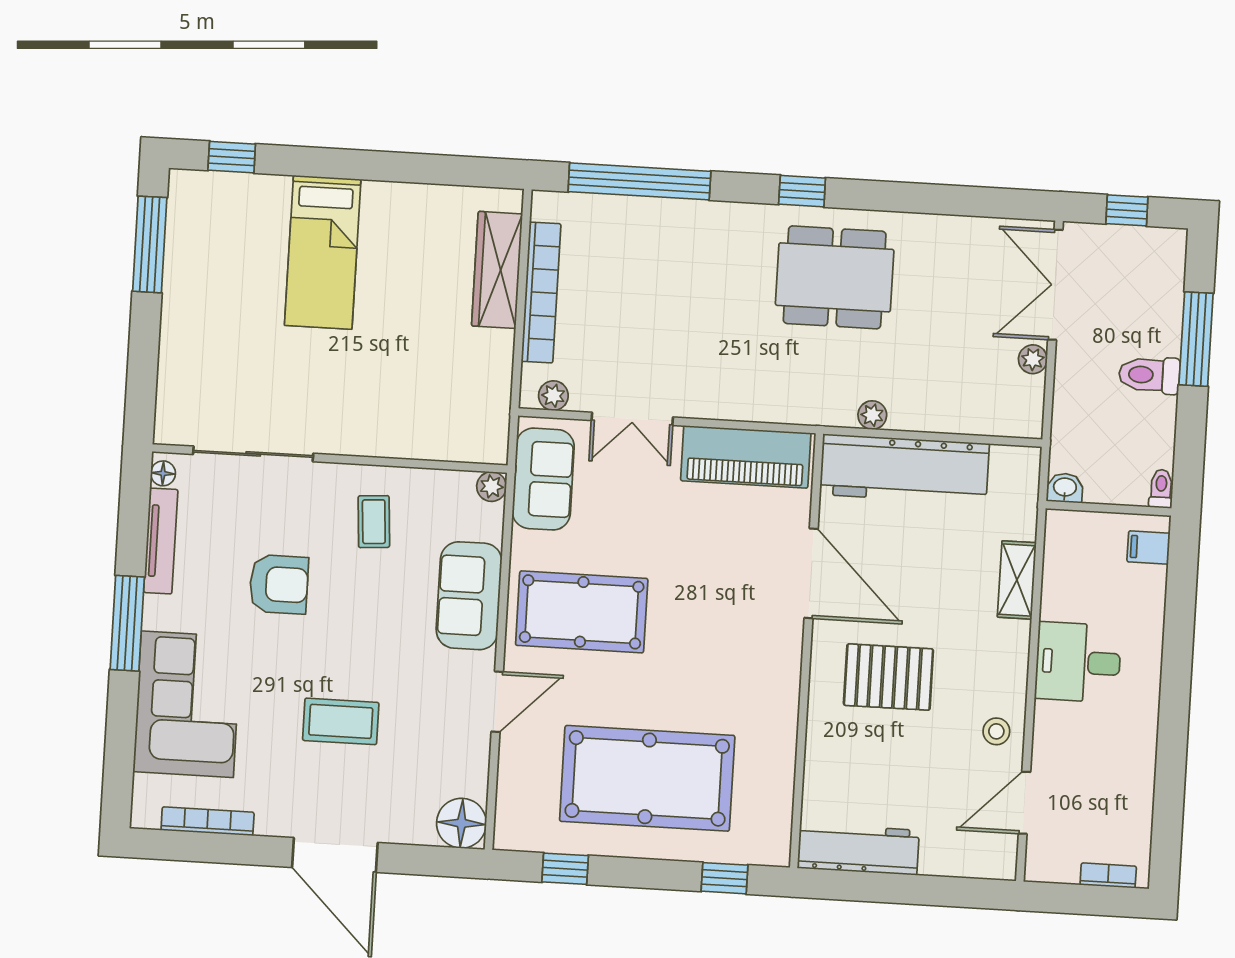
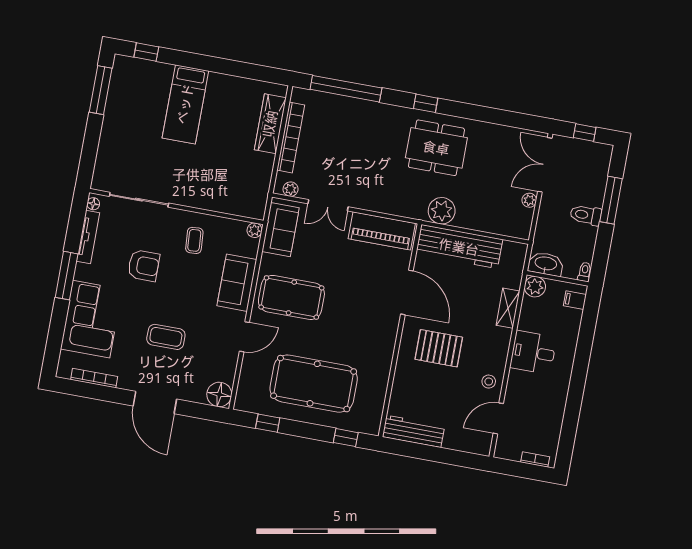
plant: (872, 415) -> (442, 211), width x1.88, depth x1.88
washbasin: (1065, 488) -> (546, 264), width x1.91, depth x1.45
plant: (1065, 530) -> (535, 287), added

